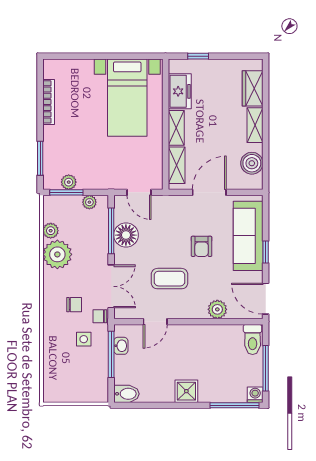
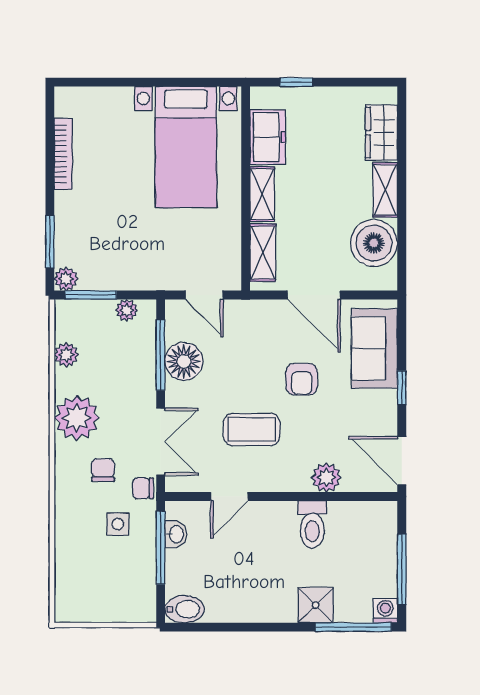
boiler: (252, 163) -> (374, 243), width x1.37, depth x1.37
plant: (69, 182) -> (66, 279), moved
door: (209, 192) -> (314, 295), swing flipped
sofa: (248, 236) -> (374, 348), width x0.73
plant: (57, 254) -> (77, 418), moved
chair: (74, 305) -> (103, 470), turned -90
toilet: (253, 339) -> (312, 524), moved
shower: (186, 391) -> (316, 605), moved

